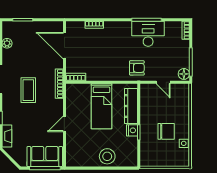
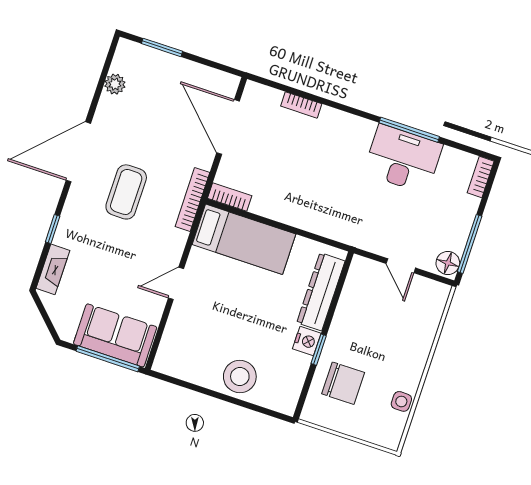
armchair: (137, 68) -> (358, 220), removed
bed: (102, 106) -> (244, 239), moved, turned -90
chair: (166, 131) -> (343, 383), moved

